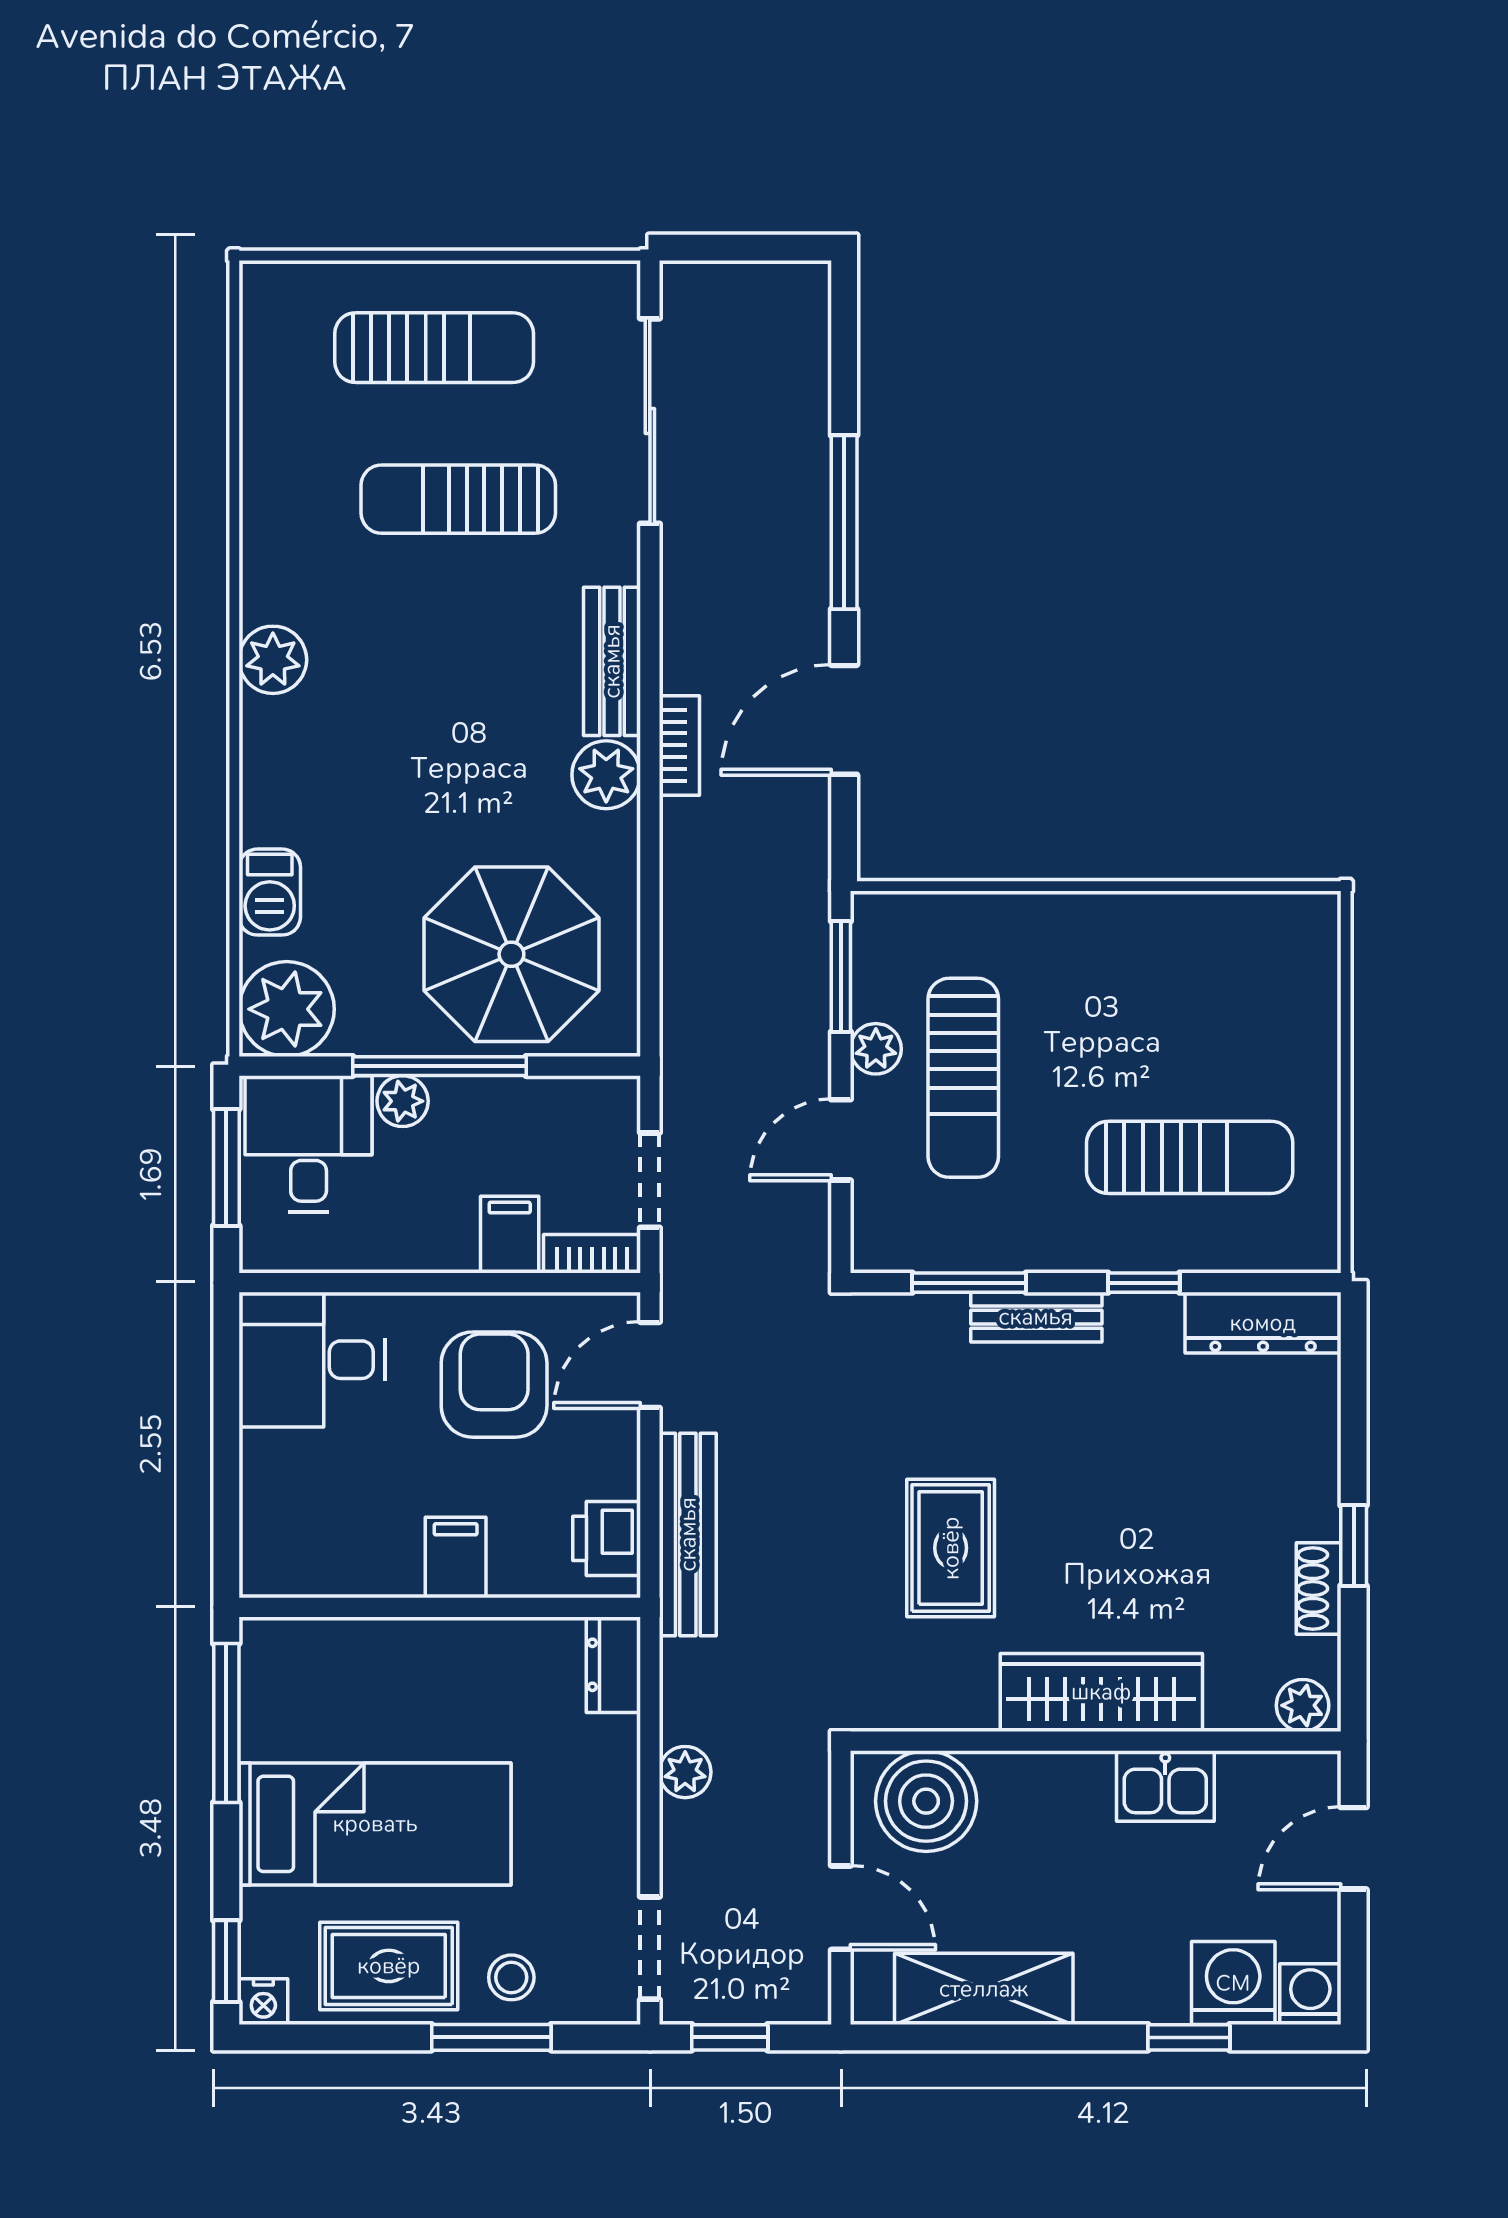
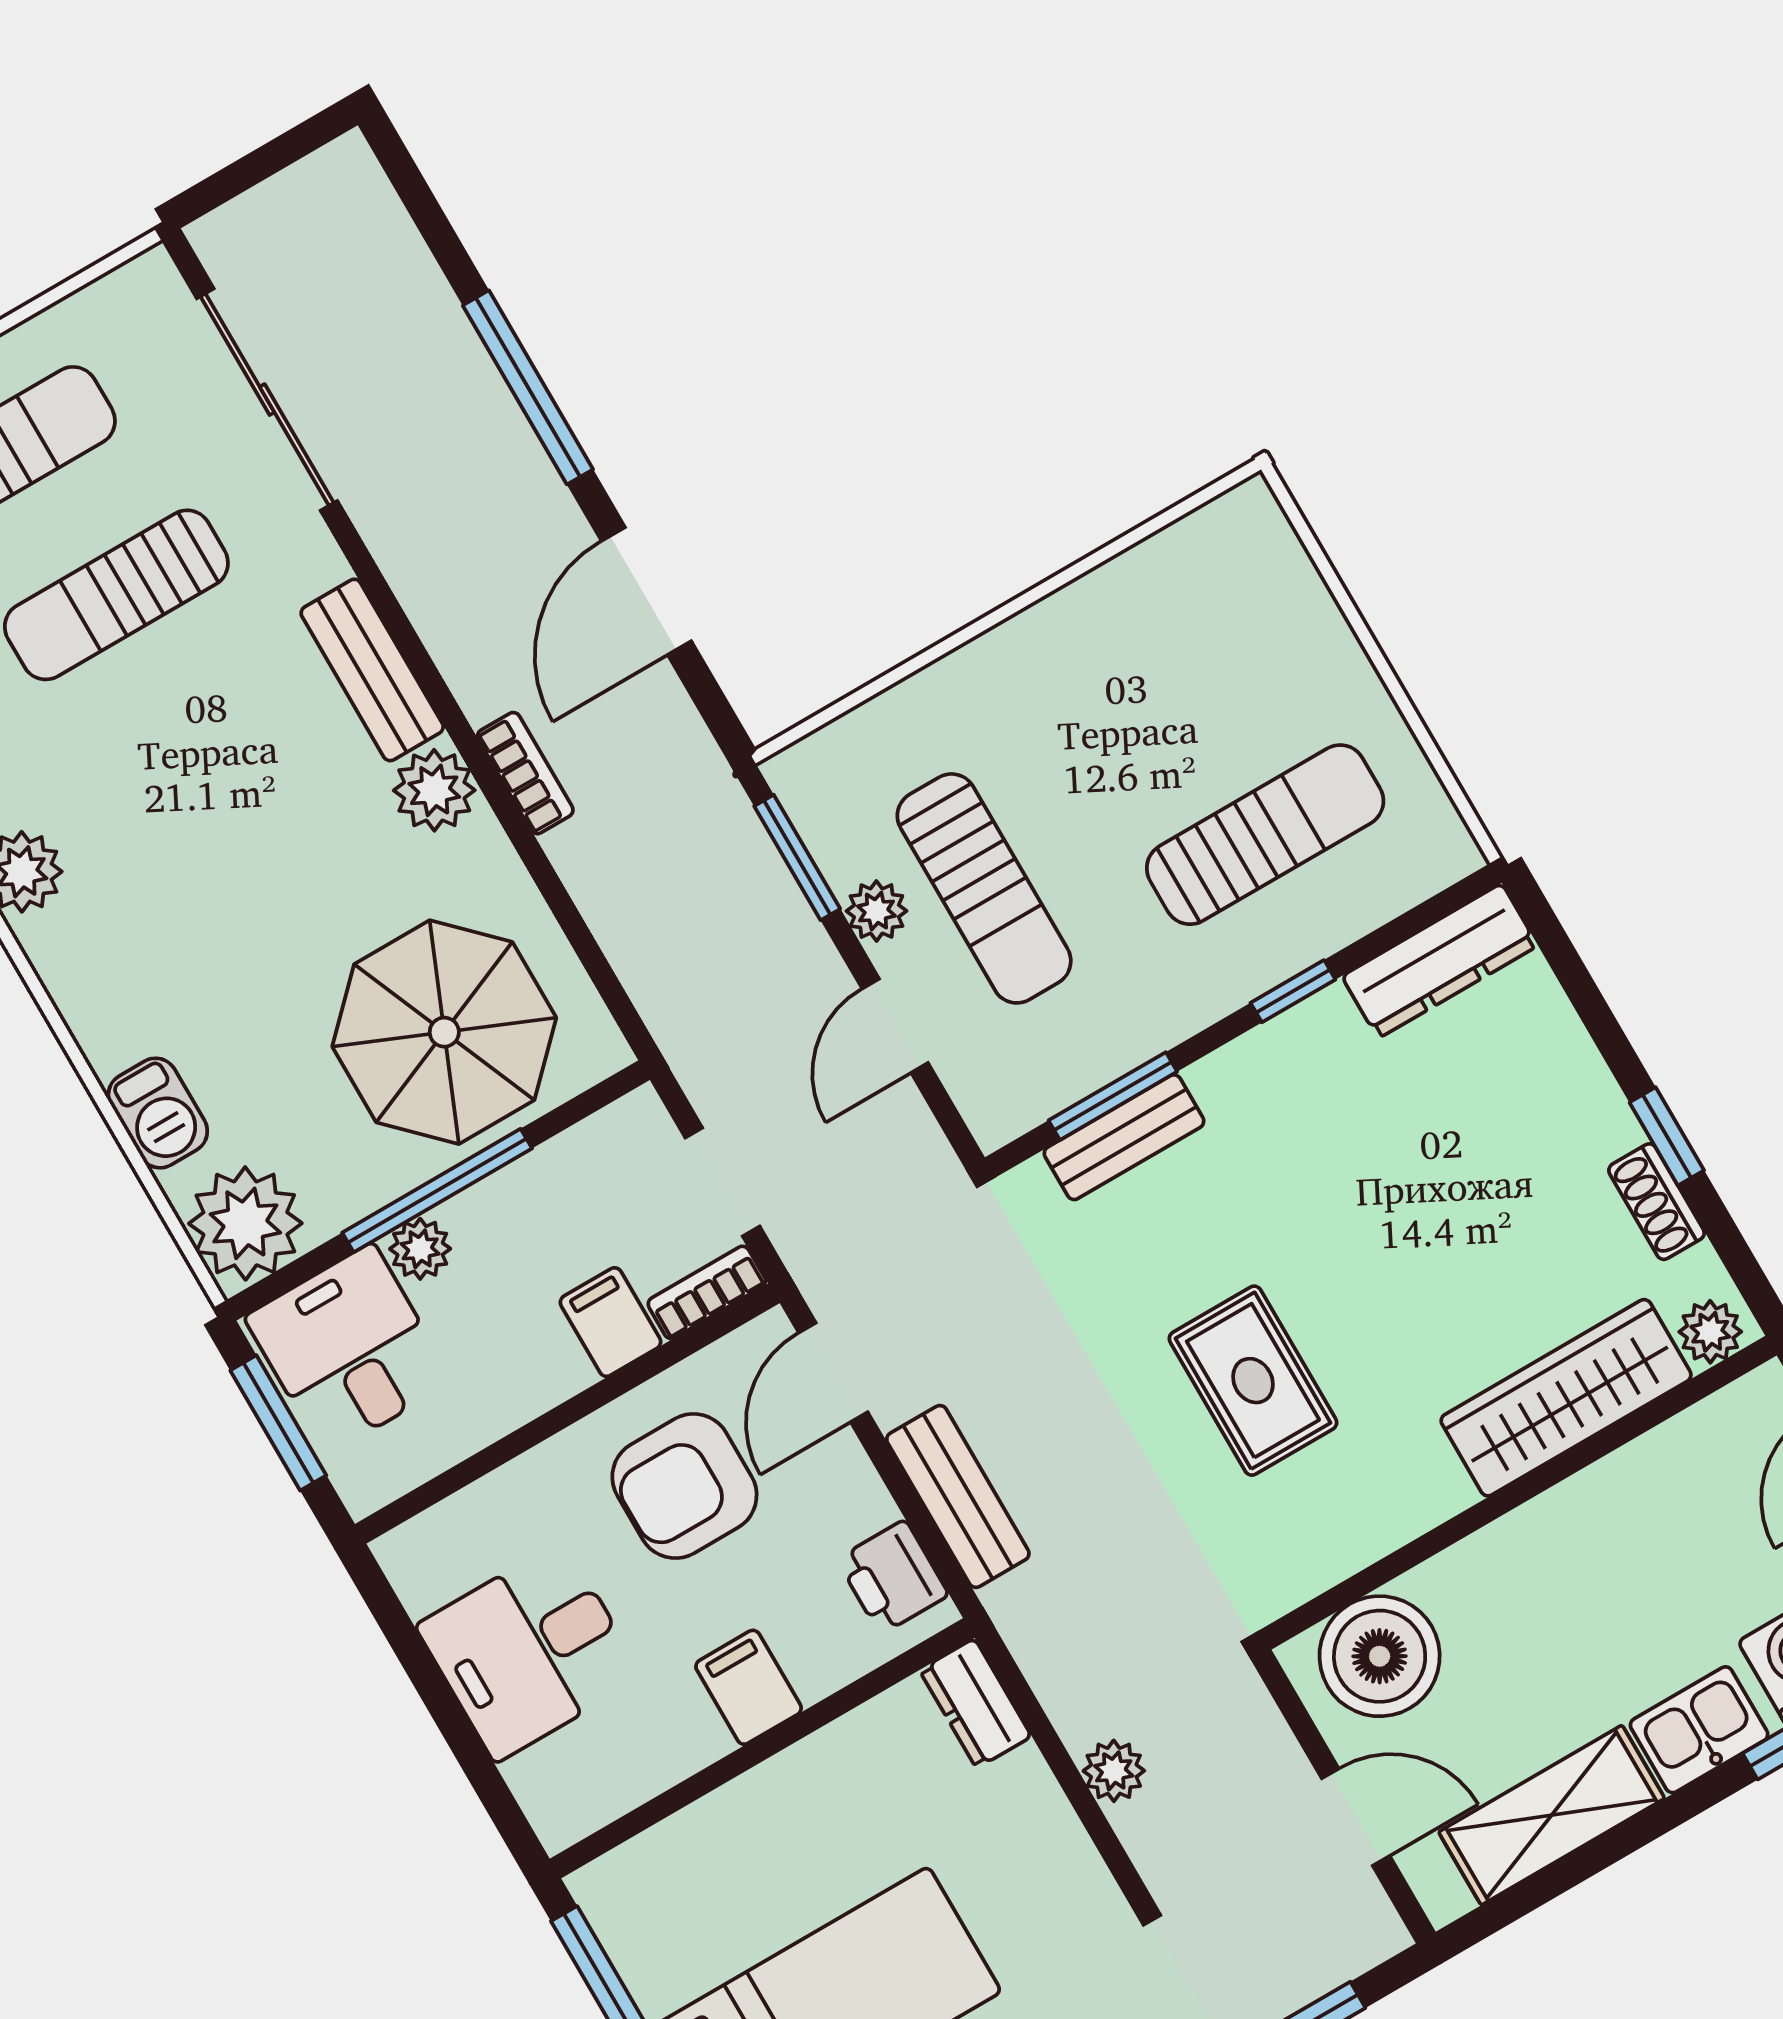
bookcase: (679, 745) -> (525, 773), moved
bench: (1036, 1317) -> (1124, 1137), moved
desk: (312, 1360) -> (529, 1651), moved
armchair: (494, 1385) -> (684, 1486), turned -90
bench: (688, 1534) -> (958, 1496), width x0.73
wardrobe: (1101, 1692) -> (1566, 1398), moved
kitchen sink: (1165, 1786) -> (1699, 1730), moved, turned 180

